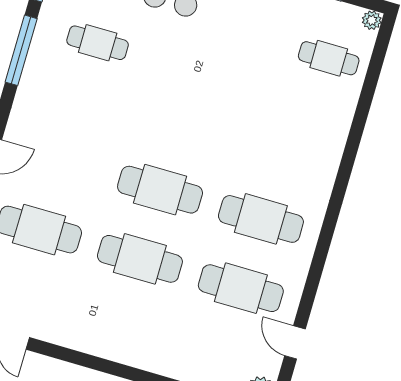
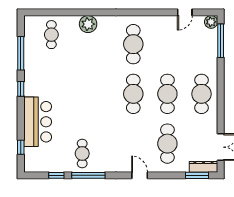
plant: (372, 20) -> (88, 24), moved, width x1.88, depth x1.88
cafe table: (98, 43) -> (82, 154), moved
cafe table: (241, 288) -> (201, 94), moved

